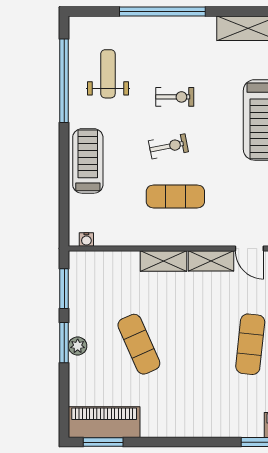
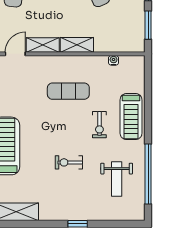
window: (162, 11) -> (78, 224), width x0.32
exercise bike: (168, 146) -> (99, 125), moved, turned -79
water cooler: (86, 239) -> (114, 60), moved
door: (249, 248) -> (15, 54), hinge flipped

